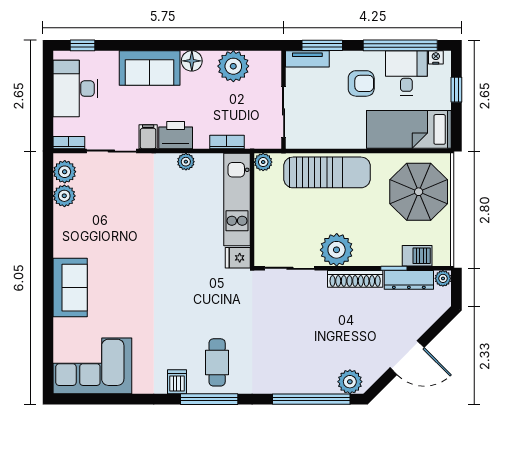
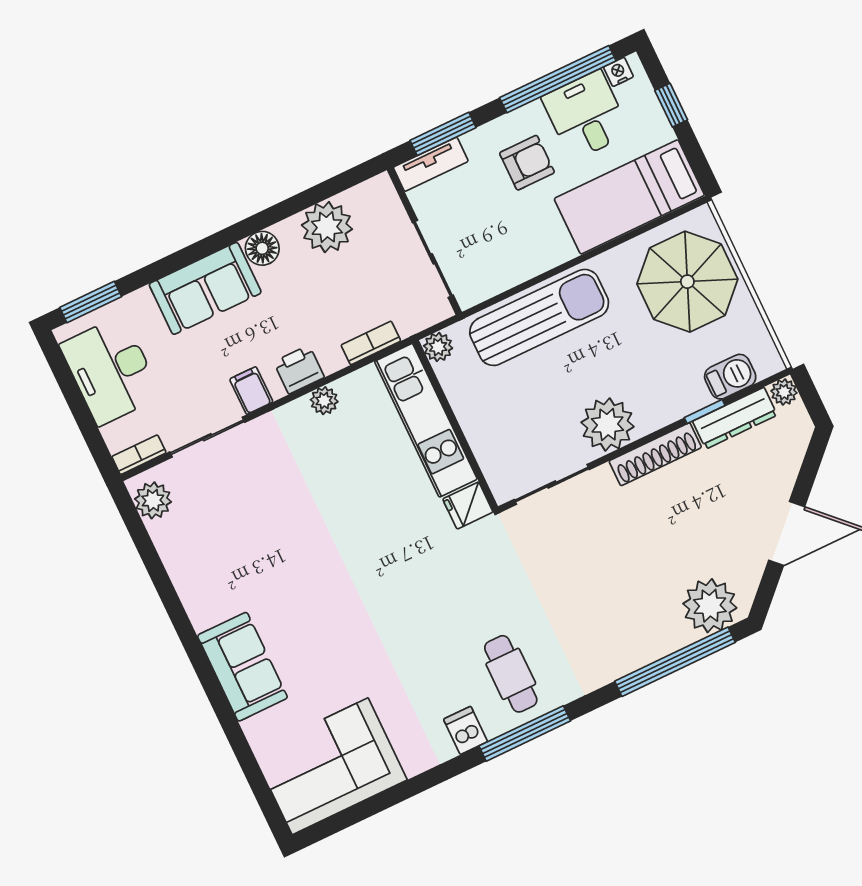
window: (82, 45) -> (91, 302), width x1.50
printer: (176, 135) -> (299, 370), width x0.73, depth x0.81
plant: (64, 196) -> (169, 536), removed
plant: (350, 382) -> (710, 606), width x1.36, depth x1.36

